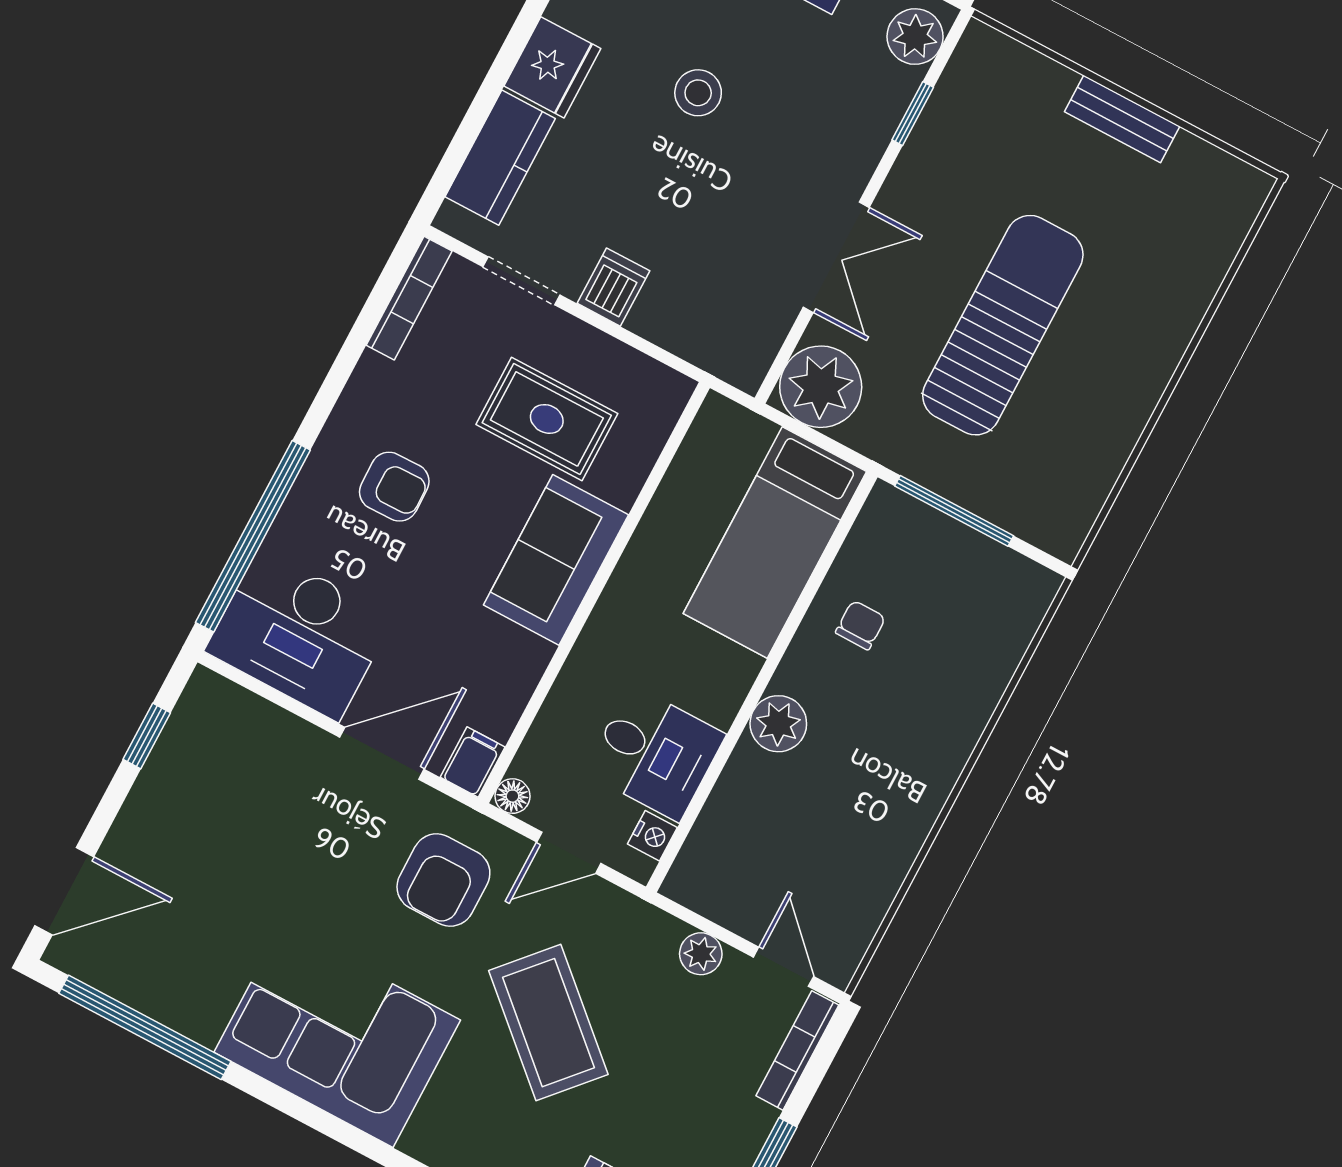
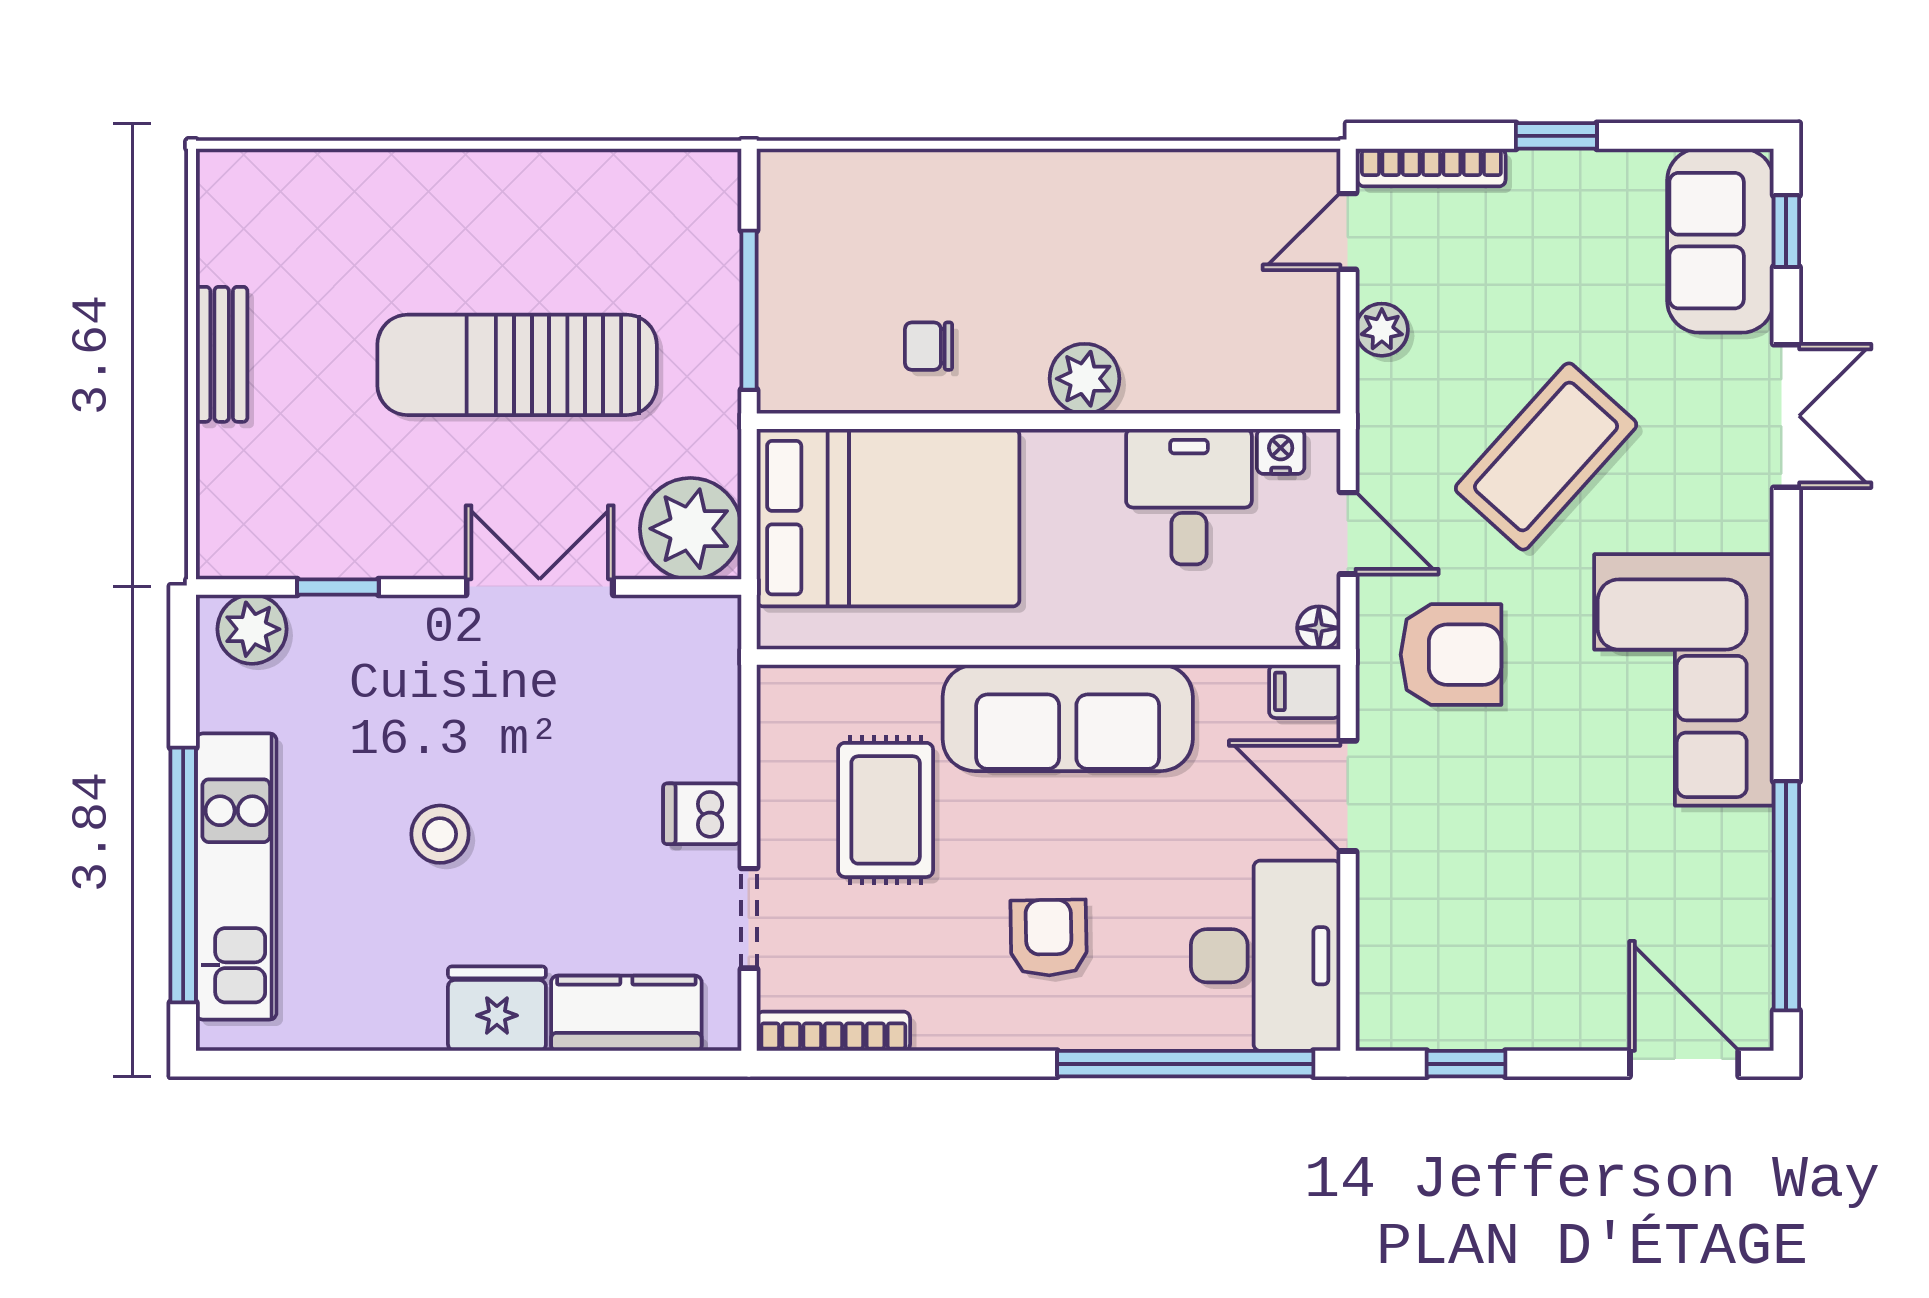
bed: (775, 543) -> (888, 518), width x1.50
sofa: (556, 560) -> (1068, 718), width x1.36

